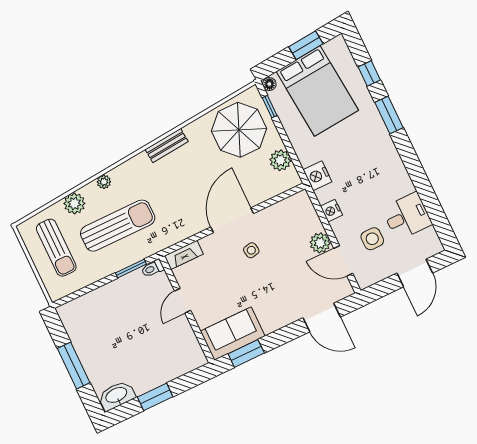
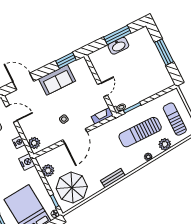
plant: (320, 243) -> (34, 143), moved
sofa: (233, 334) -> (57, 80), moved
washbasin: (117, 396) -> (118, 46), moved
window: (155, 397) -> (117, 35), width x1.44

